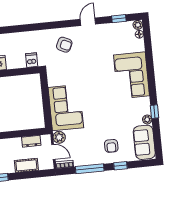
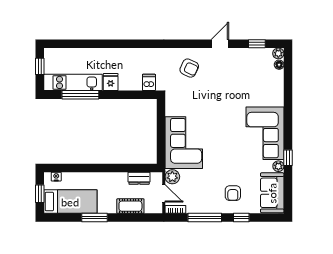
corner sofa: (131, 75) -> (265, 133), moved

